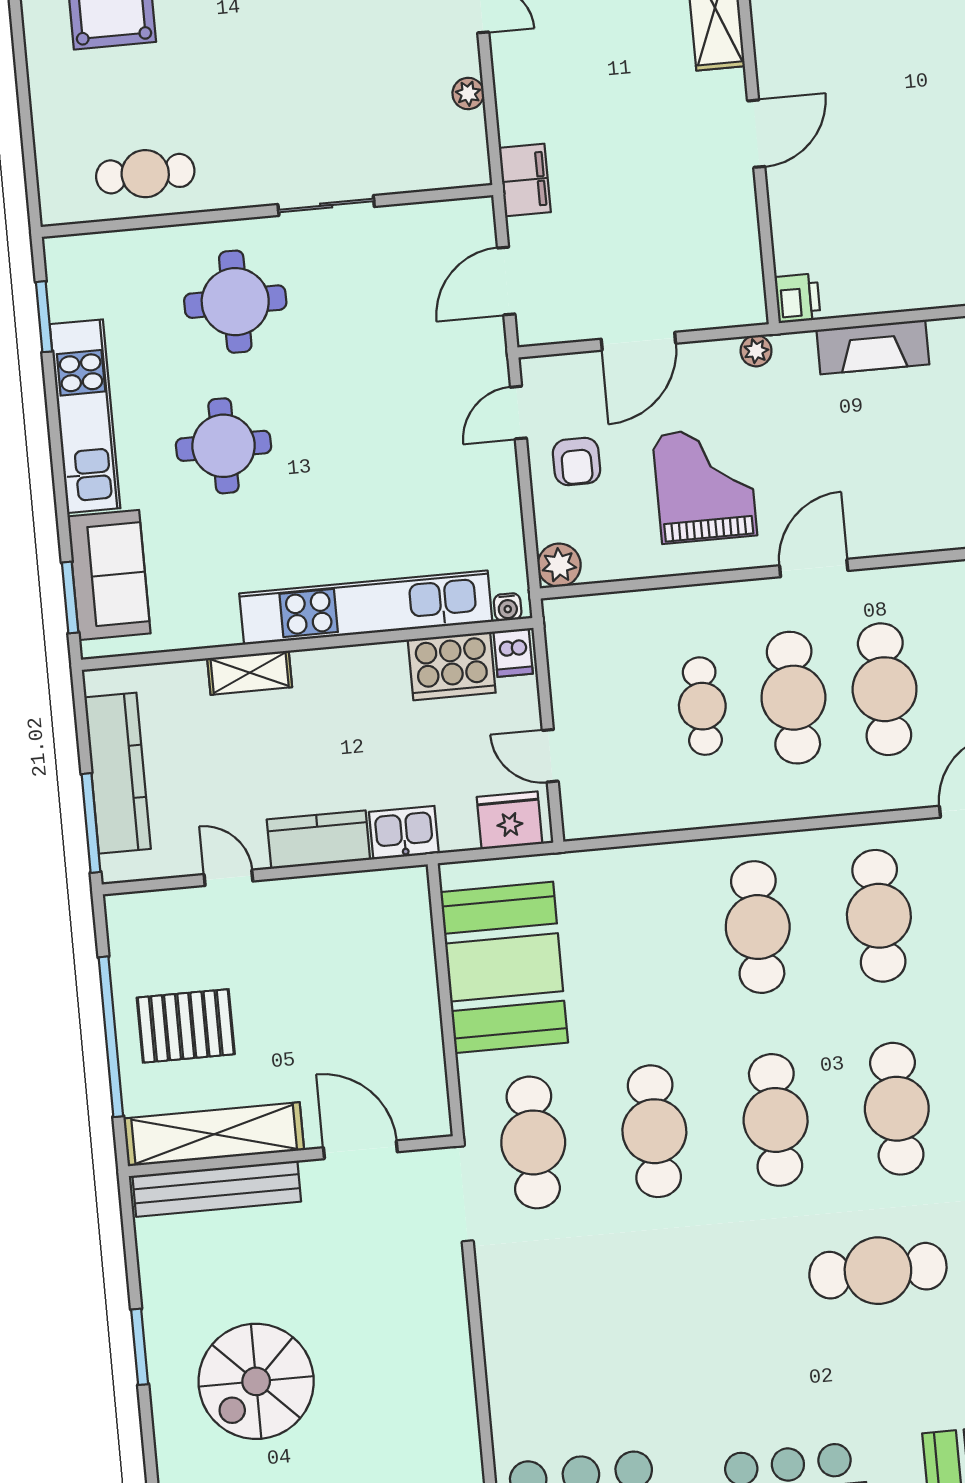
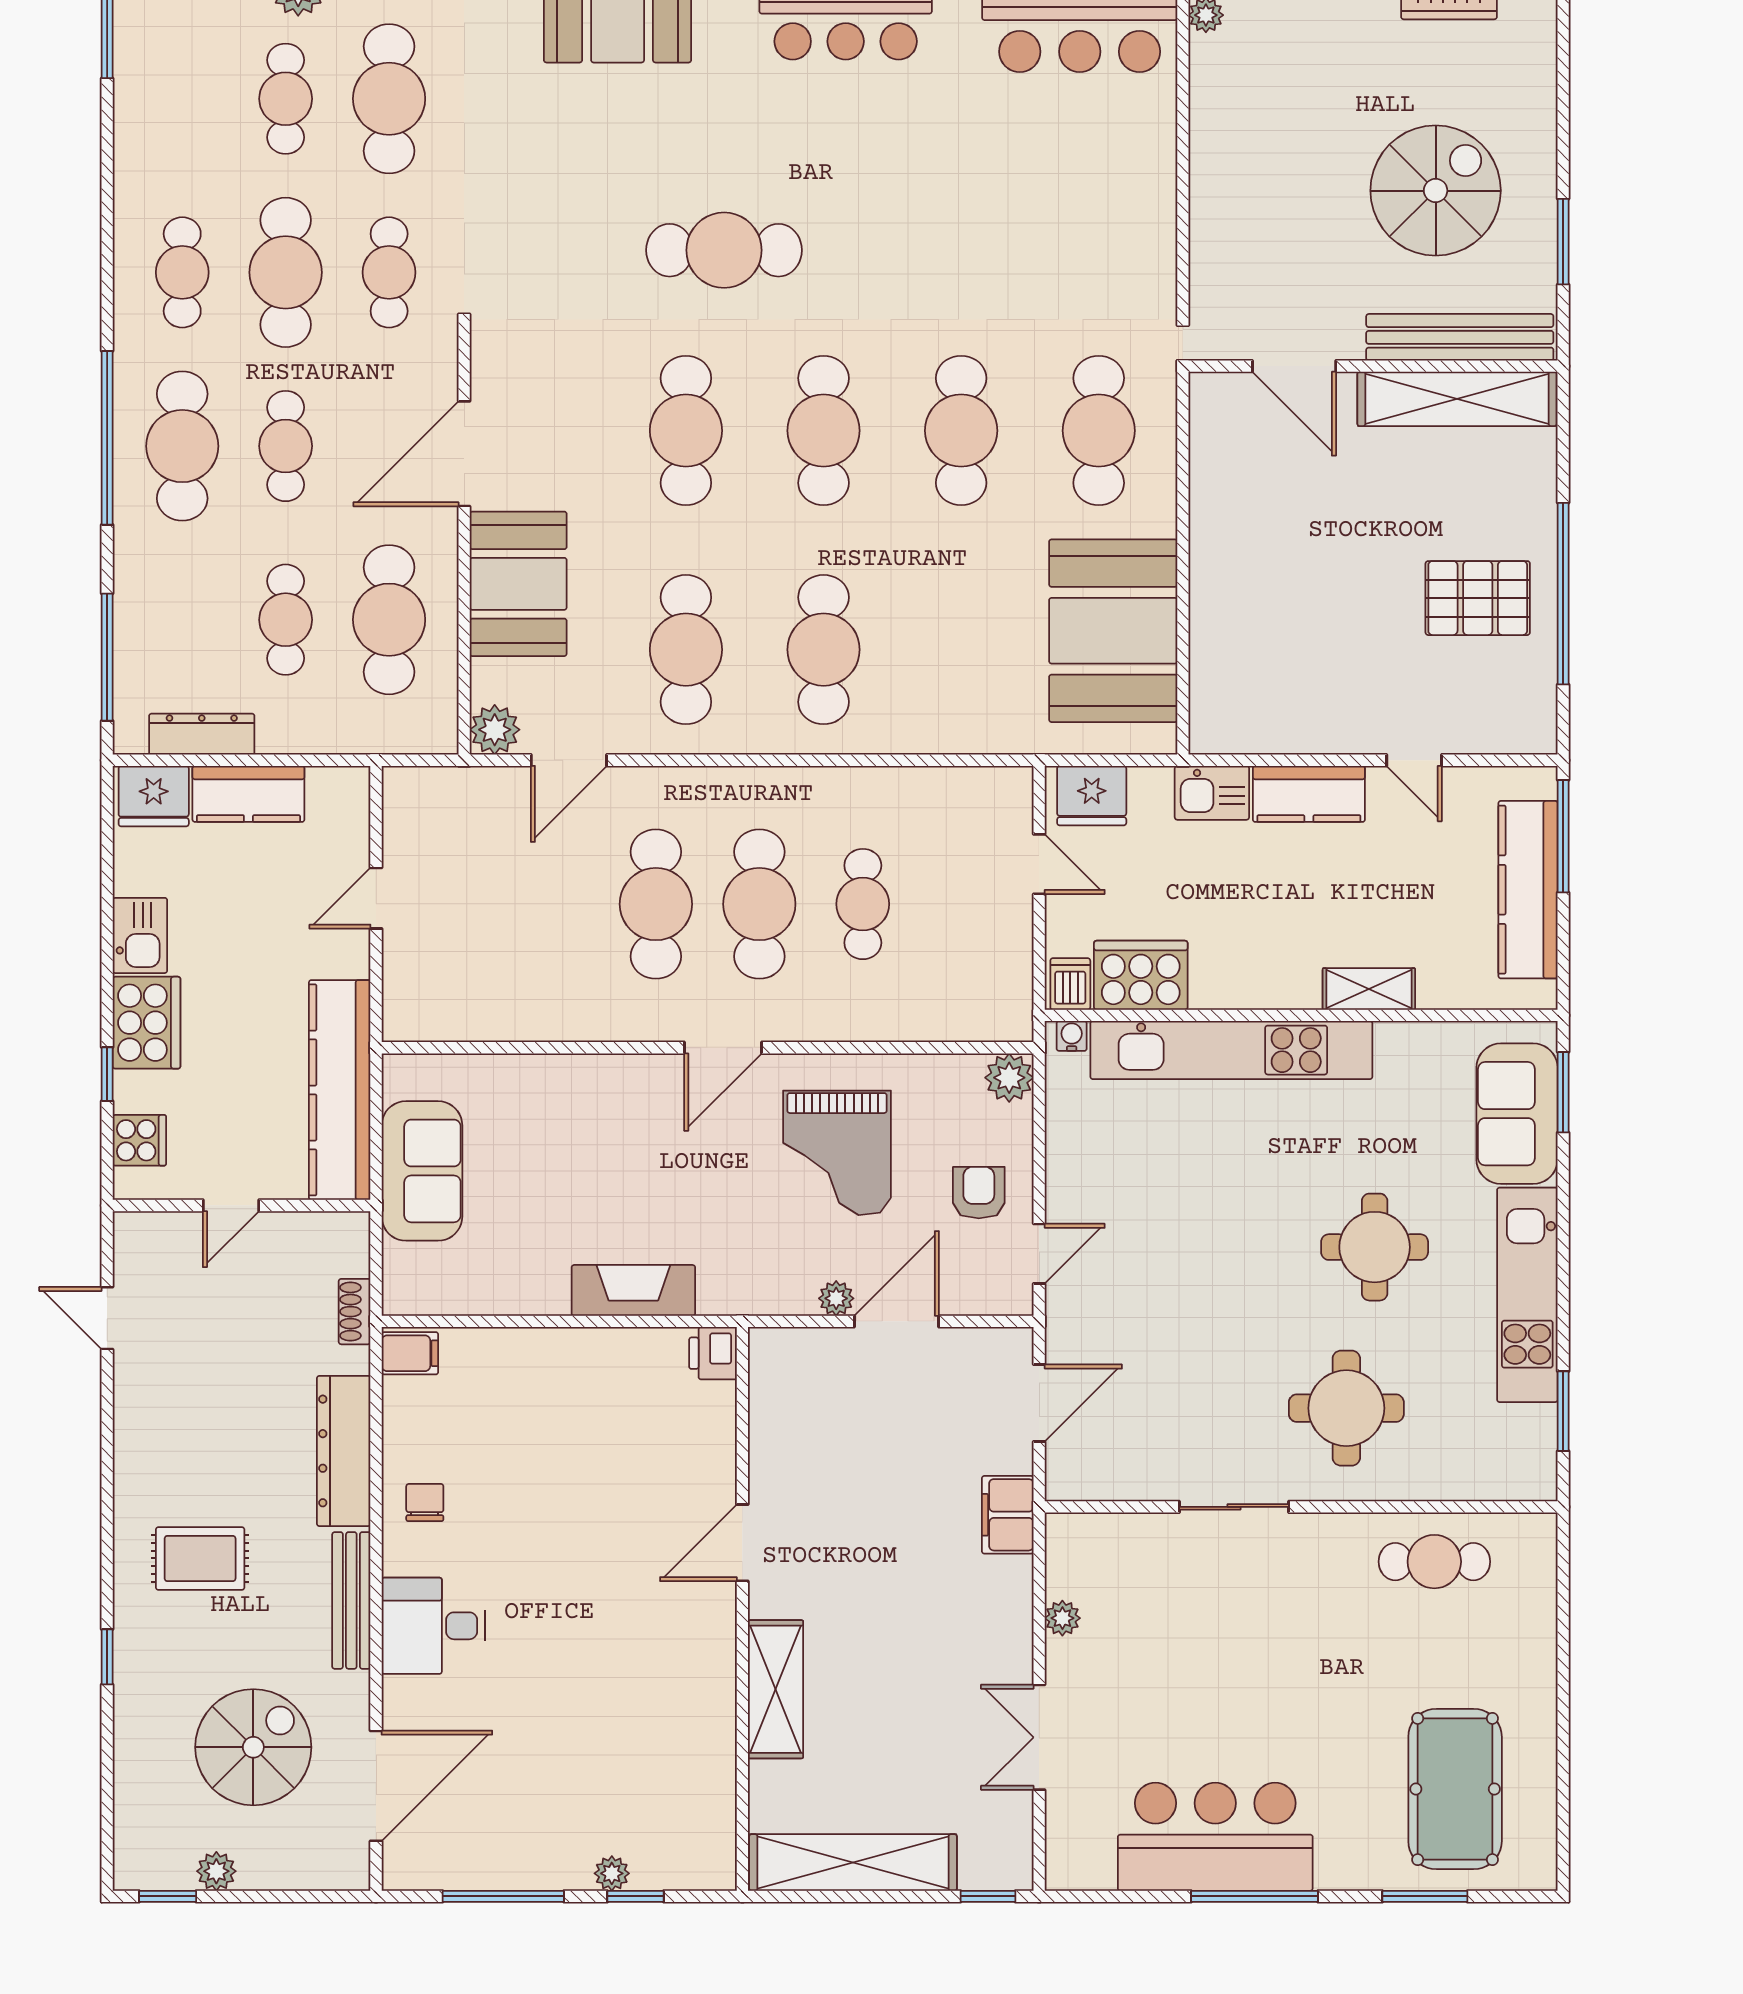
plant: (756, 351) -> (836, 1298), moved
shelving: (214, 1134) -> (1457, 399), moved
door: (360, 1150) -> (1294, 366), moved
wall: (291, 1156) -> (1373, 366), moved
bench: (217, 1189) -> (1460, 337), moved

